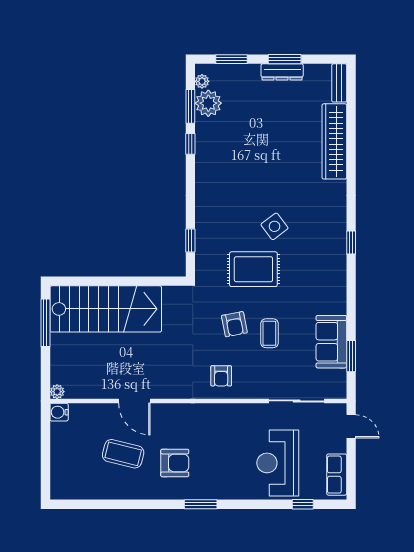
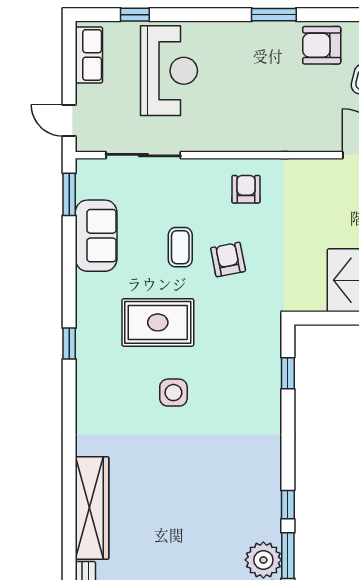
side table: (275, 226) -> (173, 393), turned 37
window: (351, 243) -> (69, 344), moved
rug: (253, 269) -> (158, 322), moved
window: (351, 356) -> (69, 194), moved
armchair: (175, 463) -> (322, 45), moved

